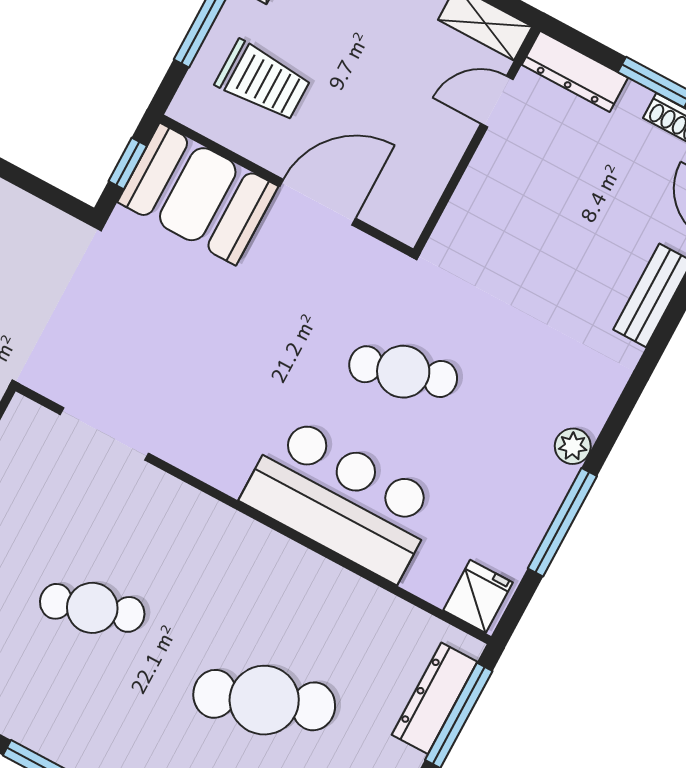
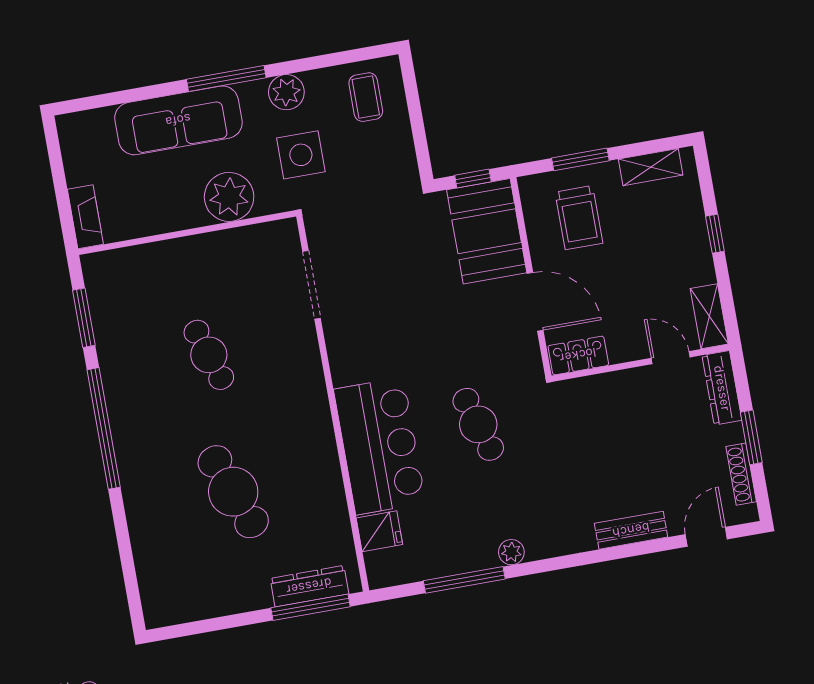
locker: (414, 201) -> (578, 355), added
fridge: (478, 596) -> (379, 531), moved

